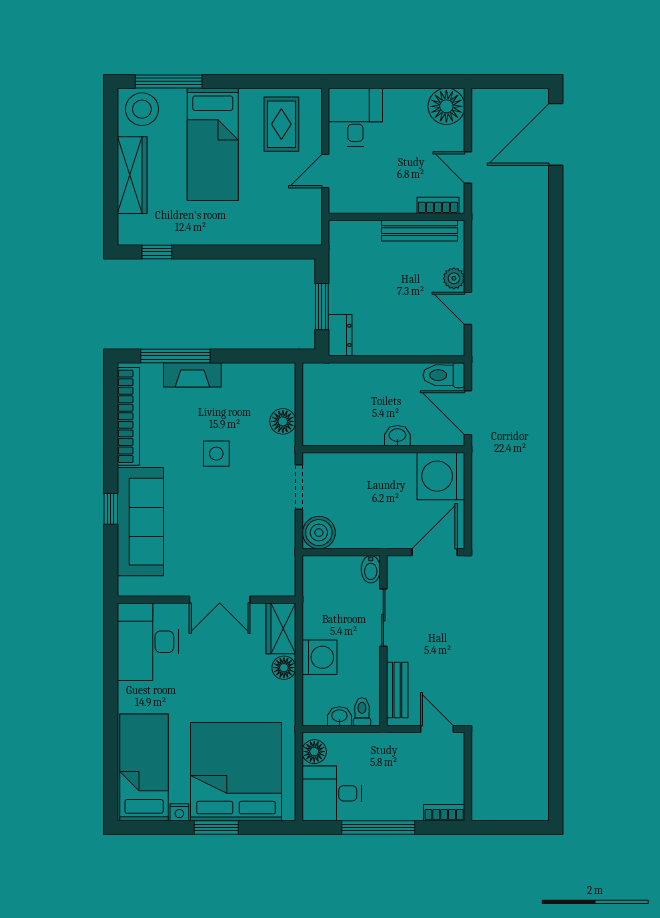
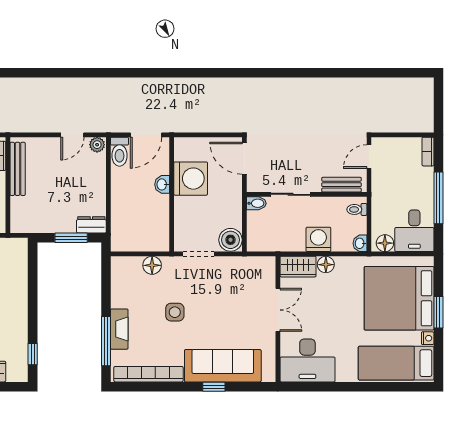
plant: (454, 278) -> (97, 145), moved
washing machine: (441, 476) -> (191, 179), moved, turned -90
washbasin: (339, 716) -> (360, 243), moved

